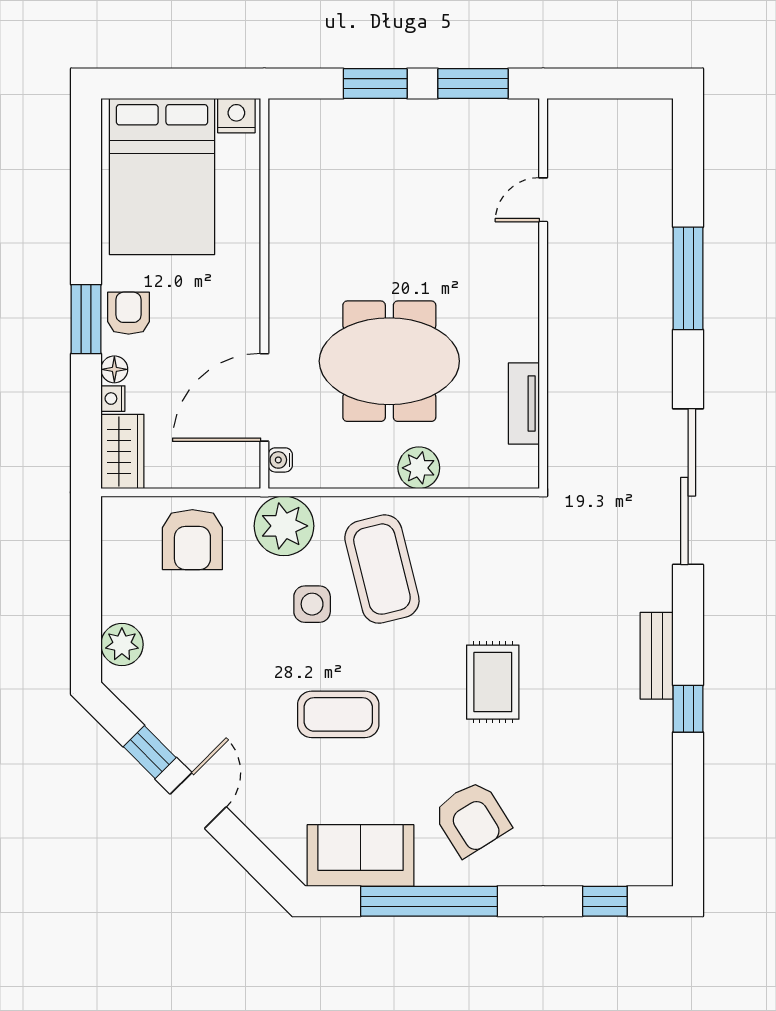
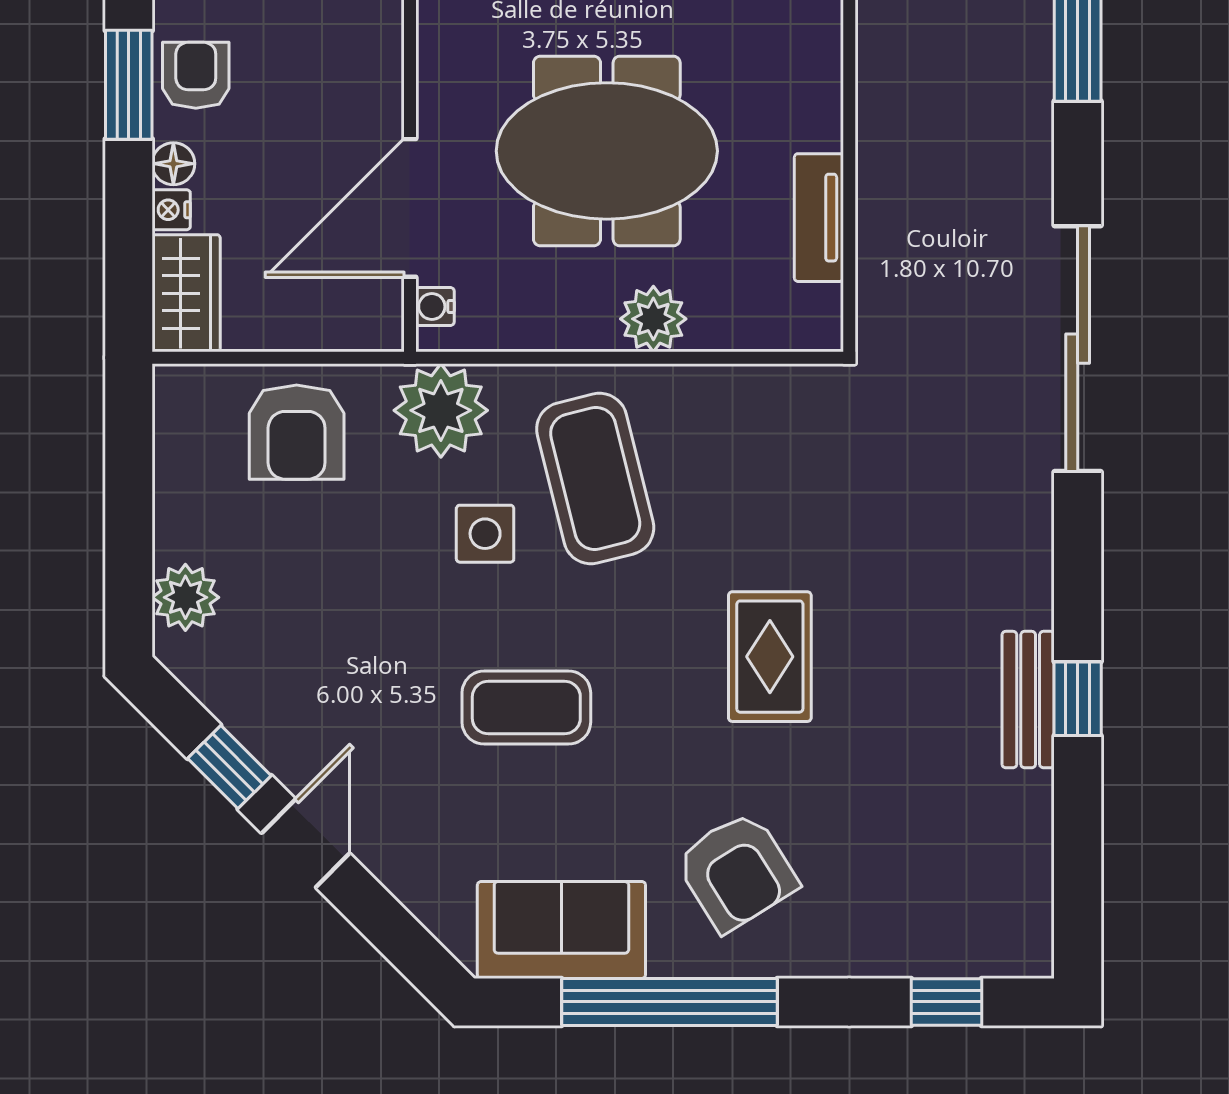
bench: (657, 656) -> (1028, 700), moved

